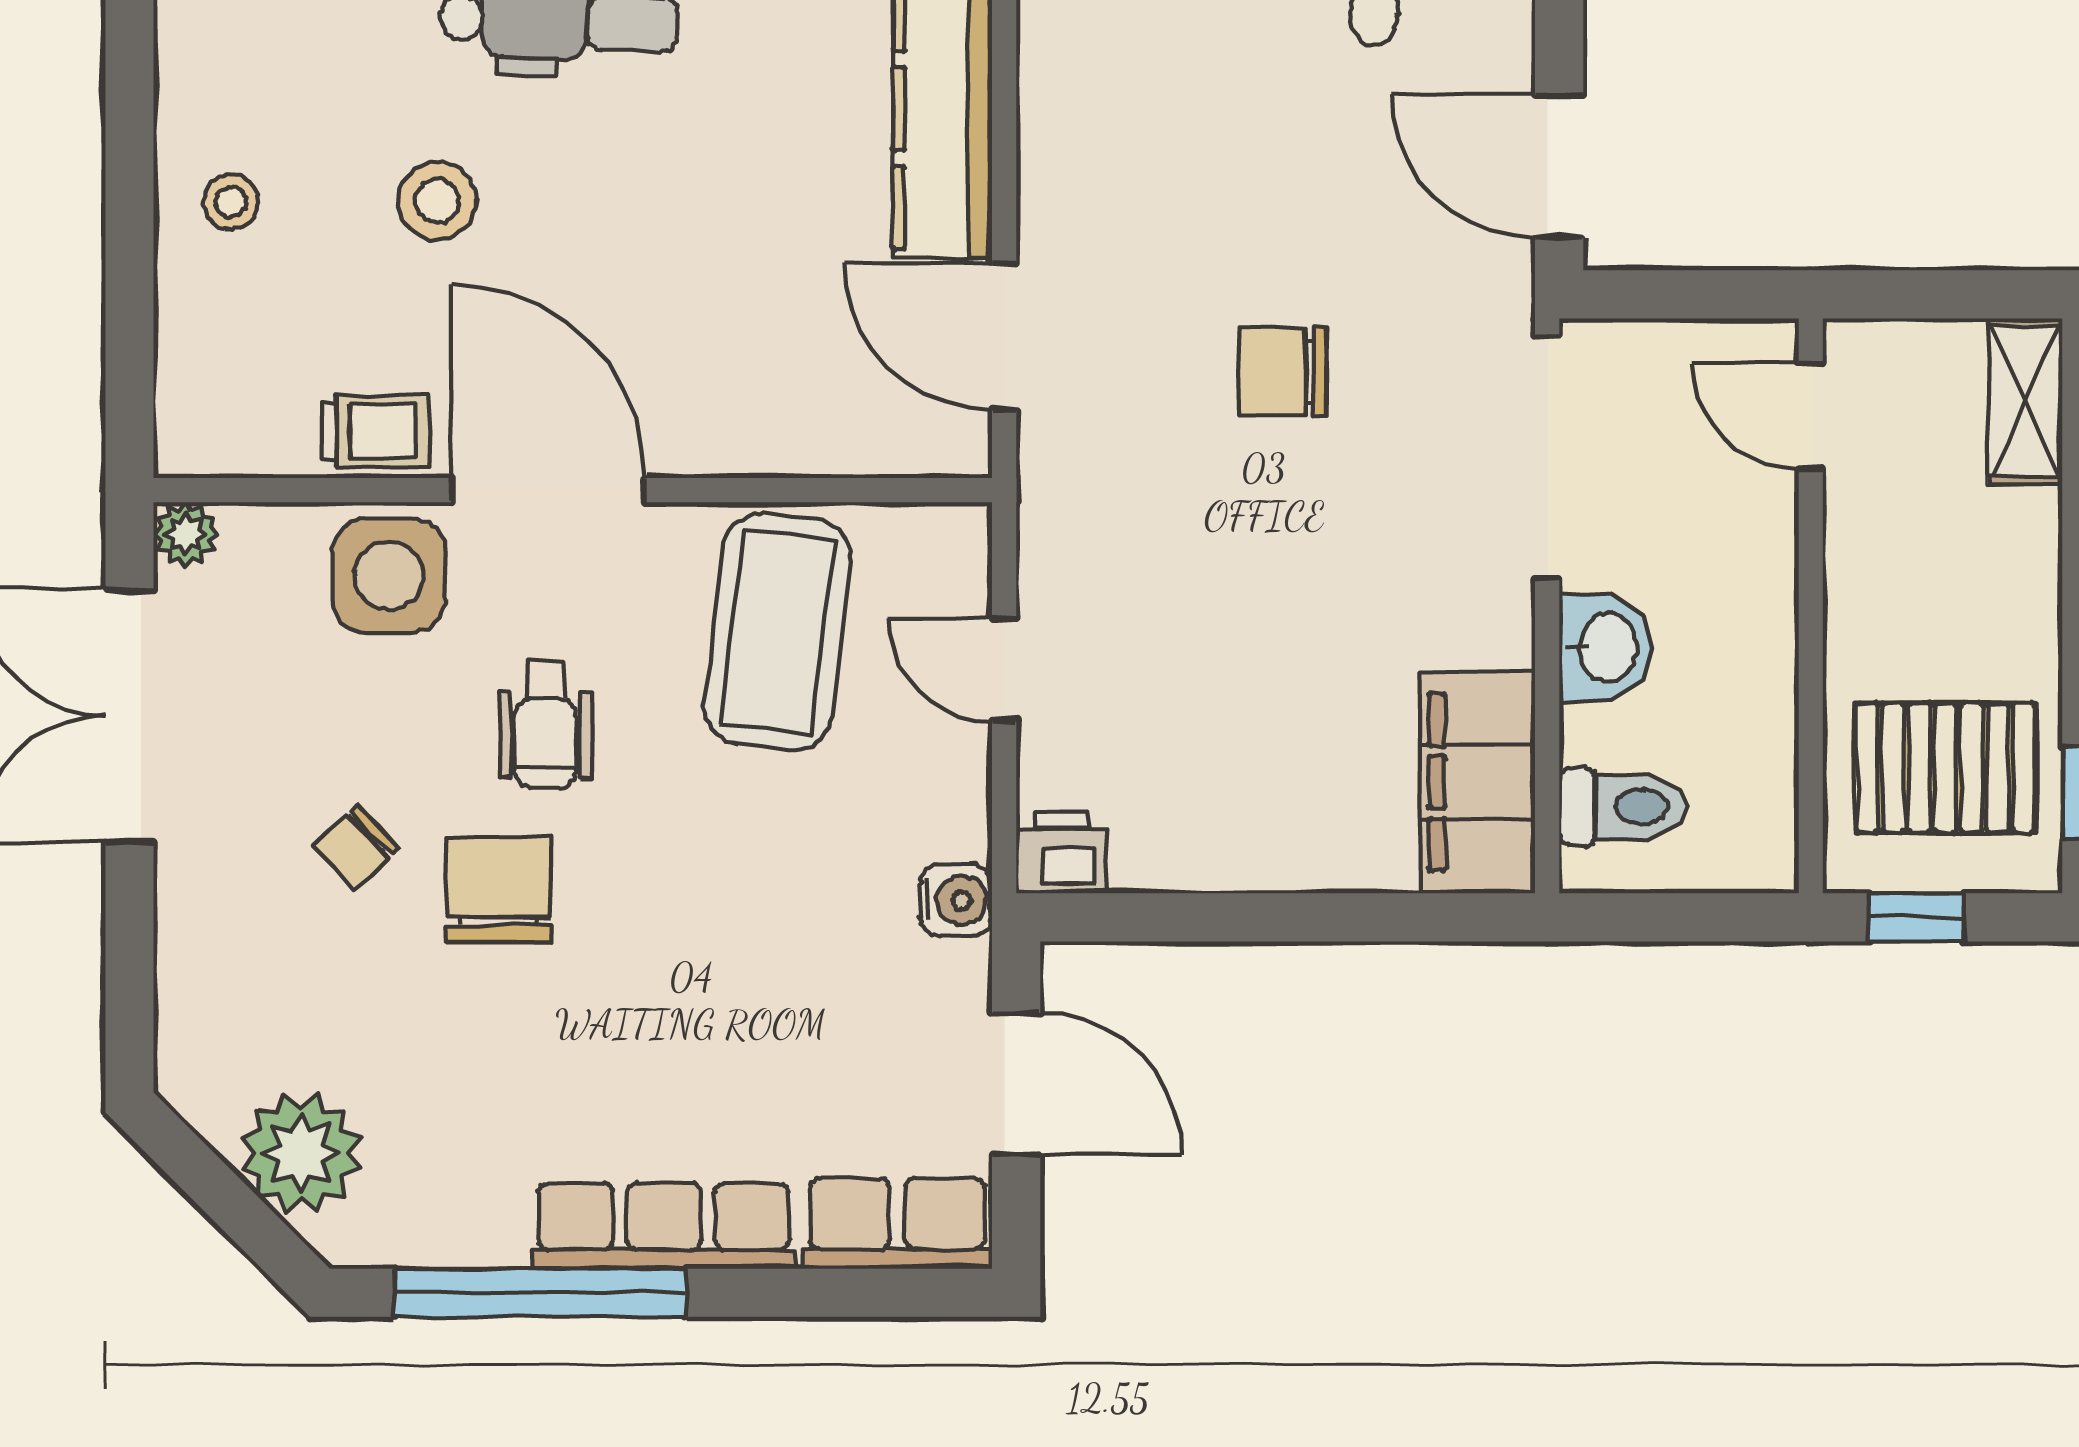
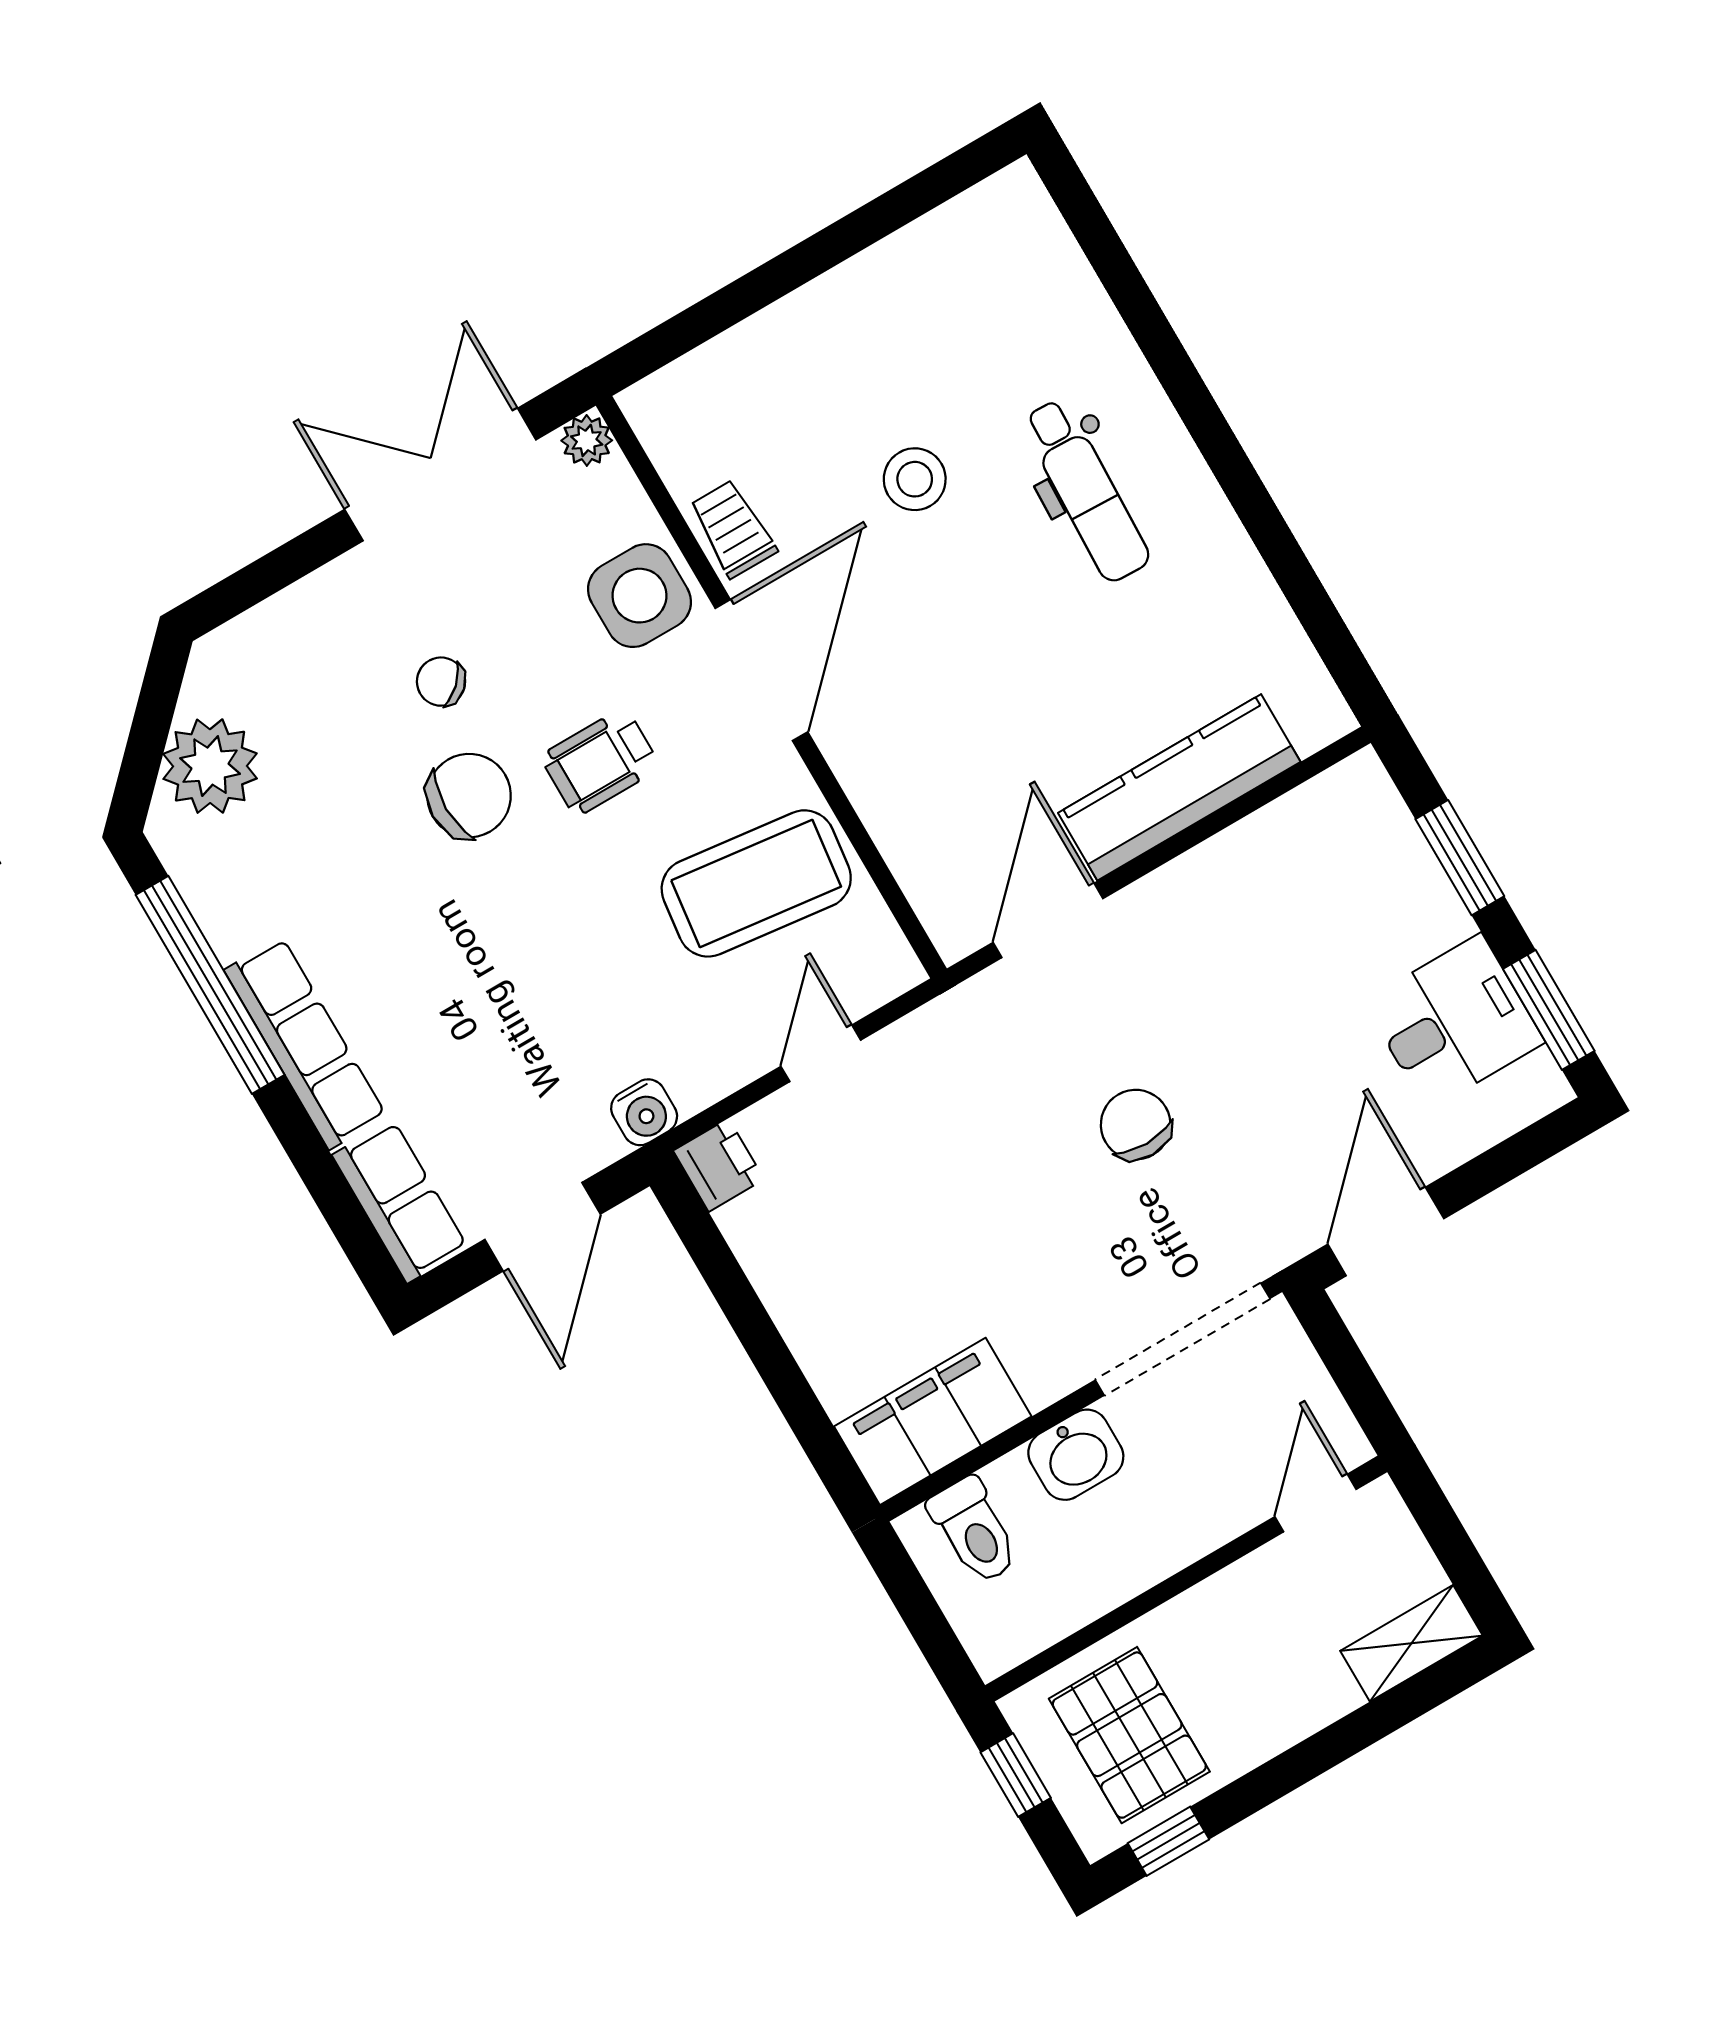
stool: (231, 202) -> (832, 339), removed
trolley: (375, 431) -> (733, 529), turned 180

